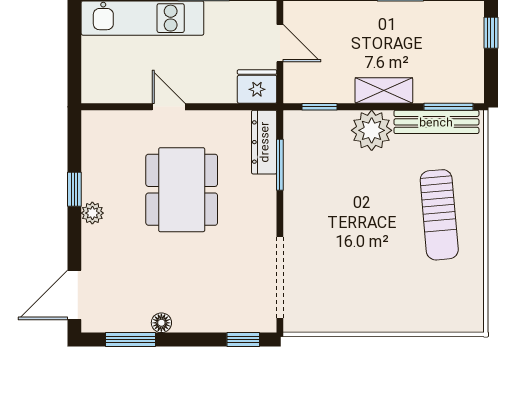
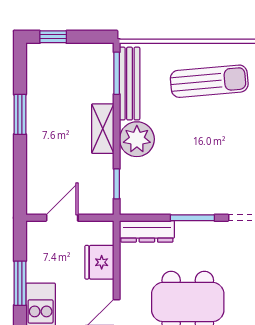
fridge: (257, 87) -> (99, 262), moved
window: (280, 165) -> (192, 218), moved

